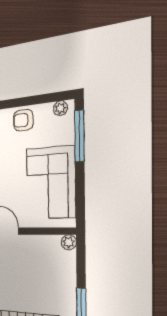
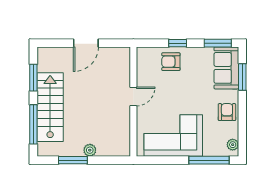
plant: (69, 242) -> (90, 150), moved

